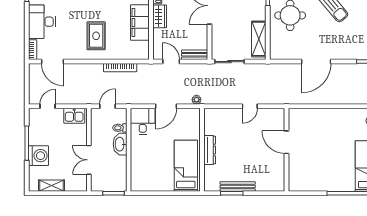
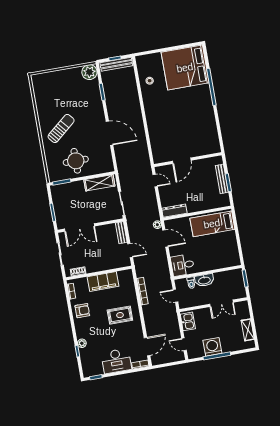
wardrobe: (160, 16) -> (95, 266), removed
door: (171, 62) -> (130, 251), swing flipped
door: (166, 106) -> (165, 238), moved
door: (286, 142) -> (182, 161), moved
dresser: (210, 150) -> (174, 211), moved
wall: (286, 150) -> (188, 160), moved
washing machine: (39, 156) -> (212, 347), moved

